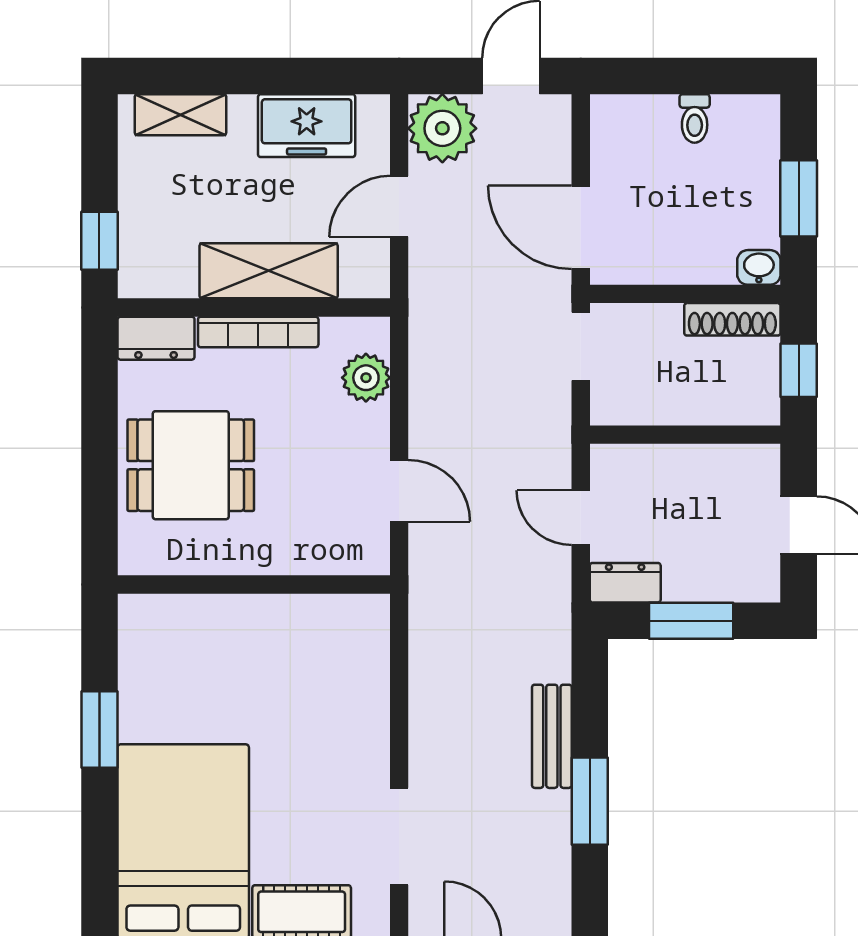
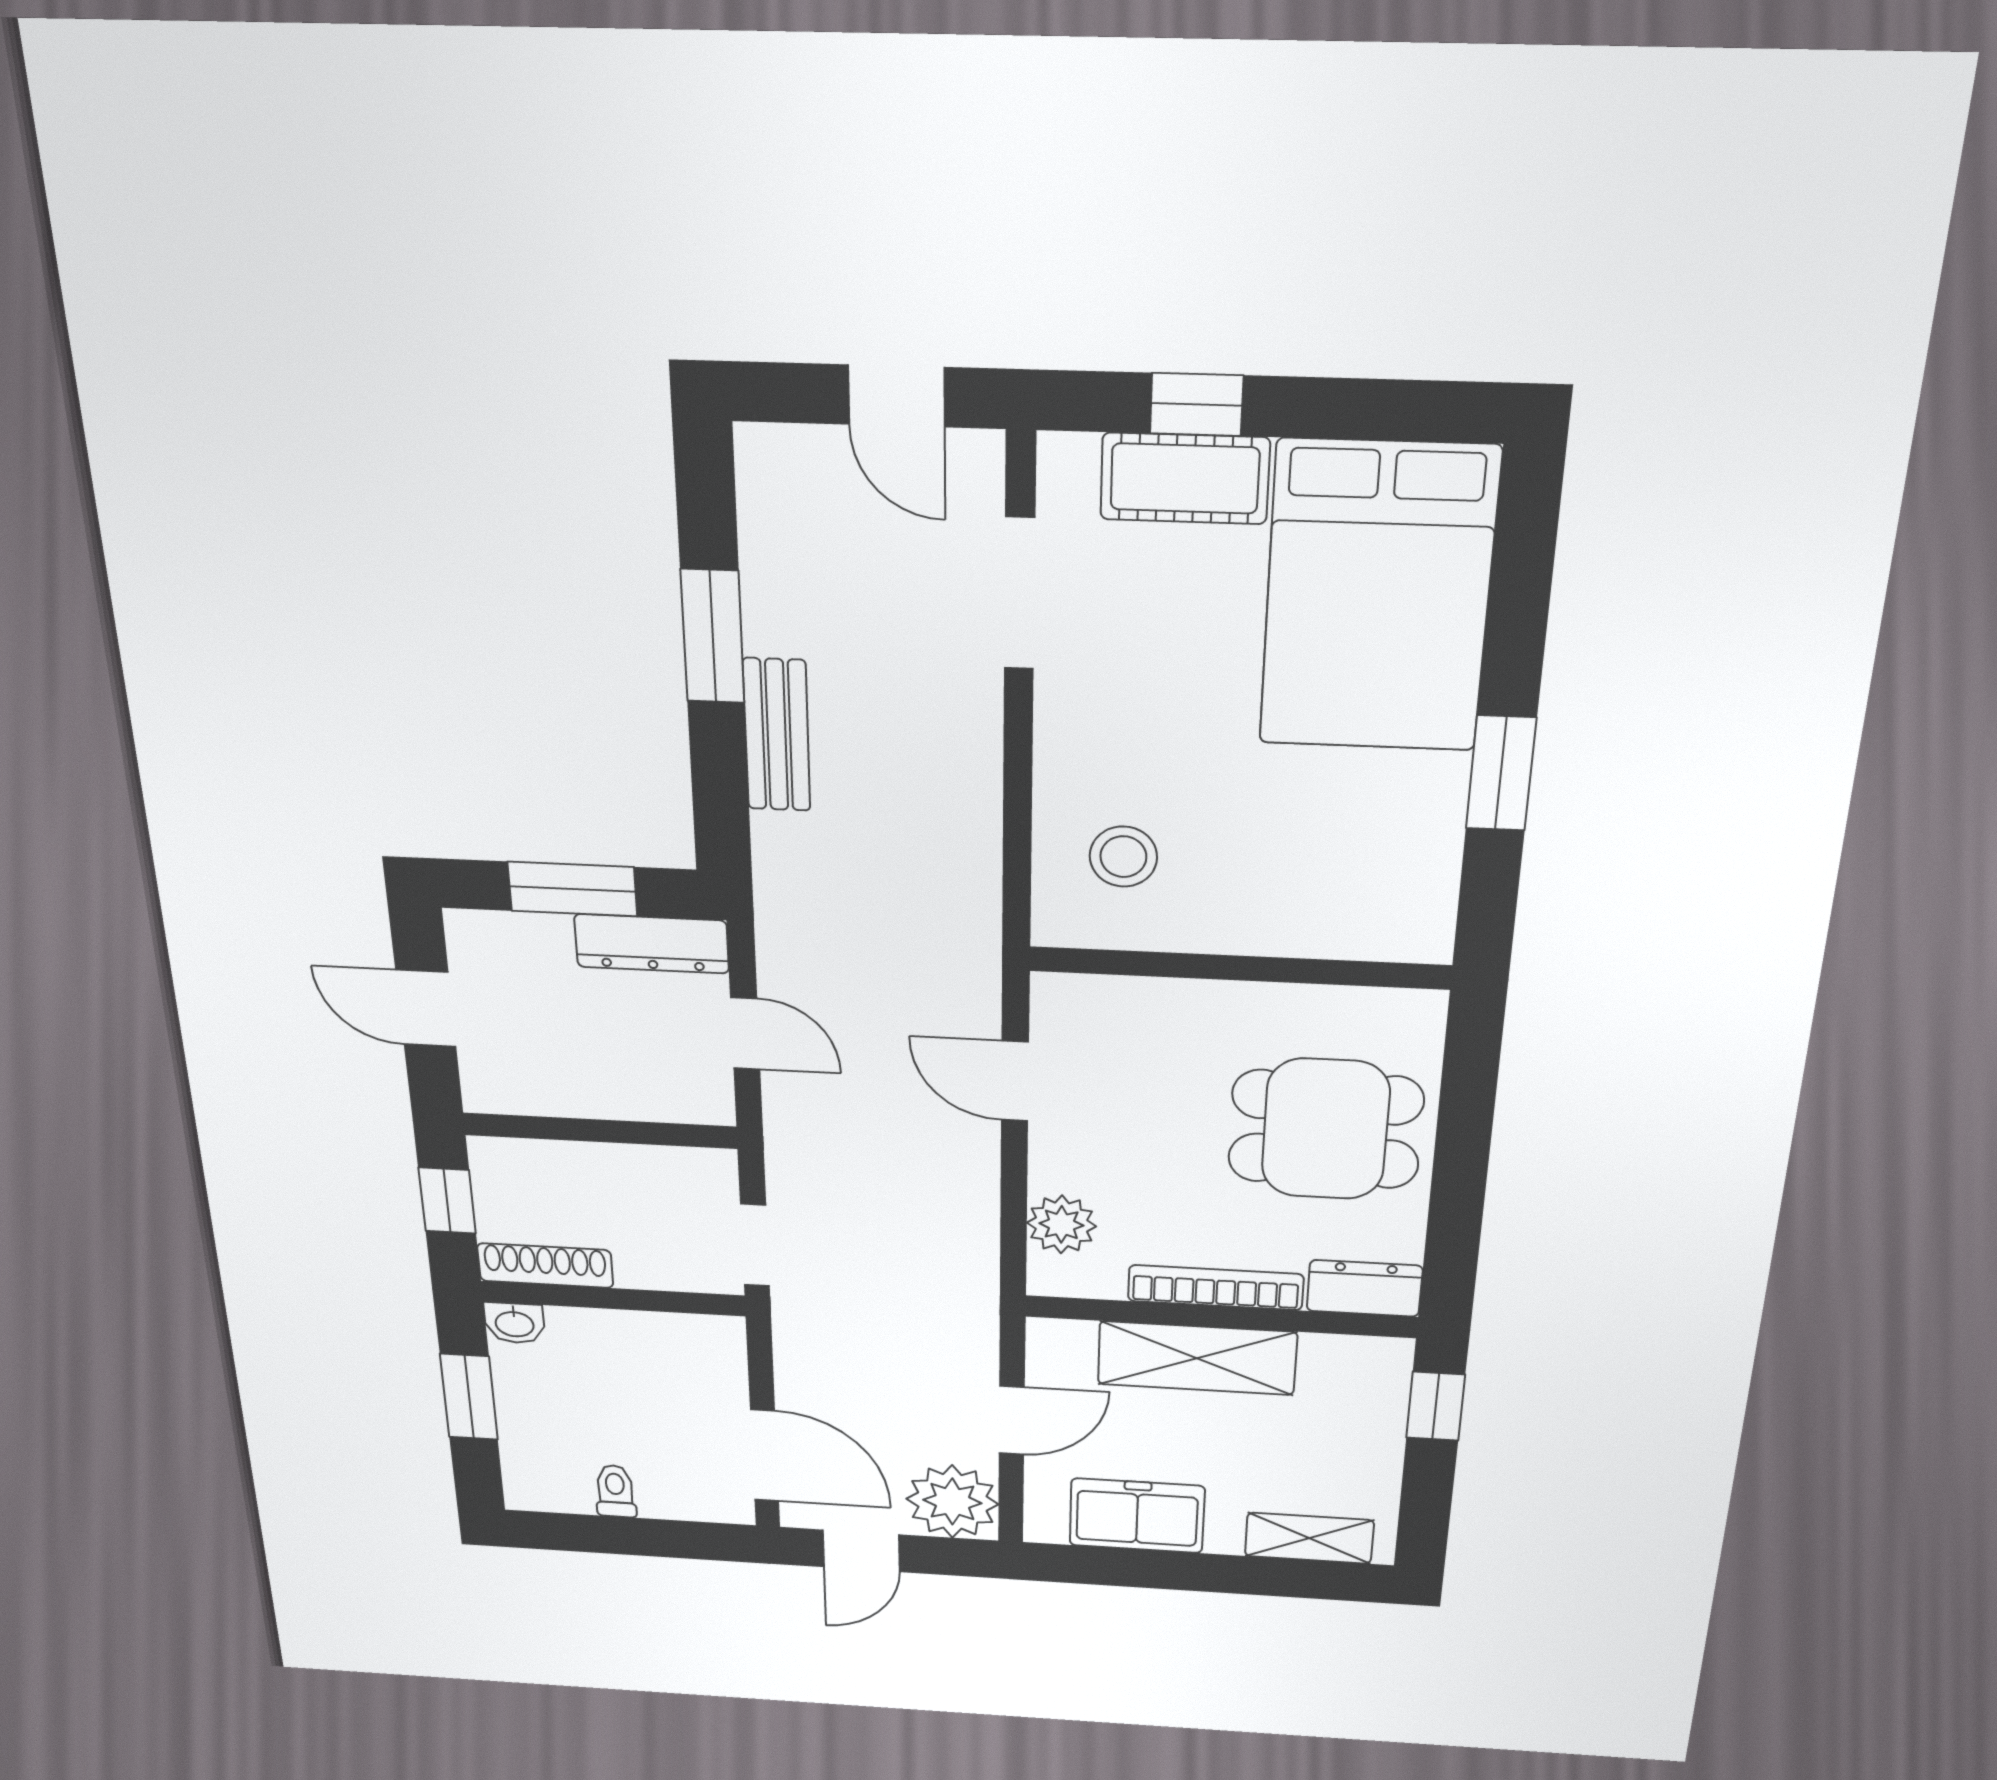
door: (581, 227) -> (765, 1455), moved
dresser: (625, 583) -> (652, 944), width x1.44
stool: (331, 661) -> (1123, 857), added

